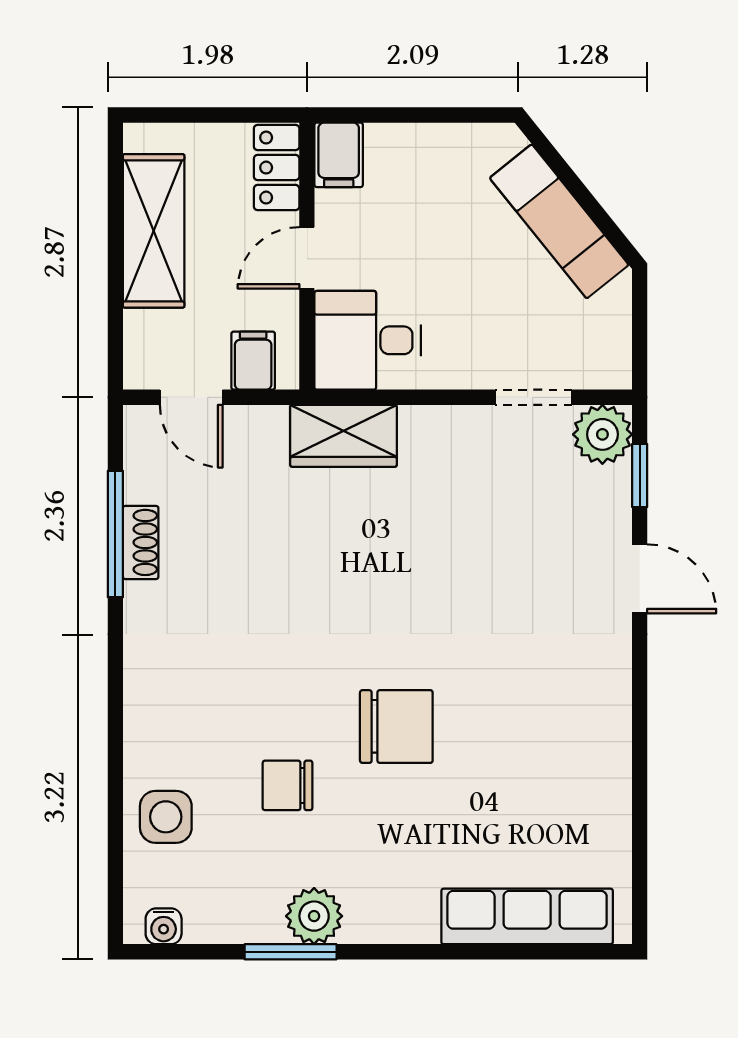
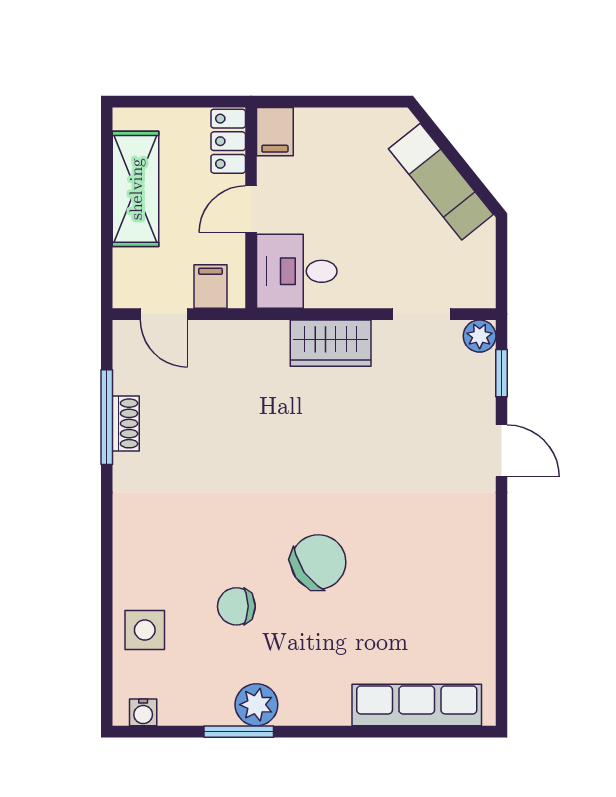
plant: (602, 434) -> (480, 336), width x0.73, depth x0.73
wardrobe: (344, 436) -> (331, 343), moved
chair: (396, 727) -> (318, 562), turned -35

